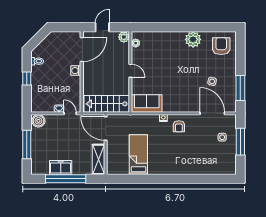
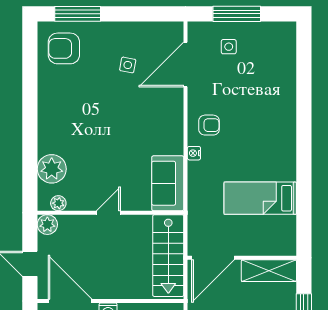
plant: (193, 39) -> (52, 169), moved
window: (240, 88) -> (78, 14), moved

